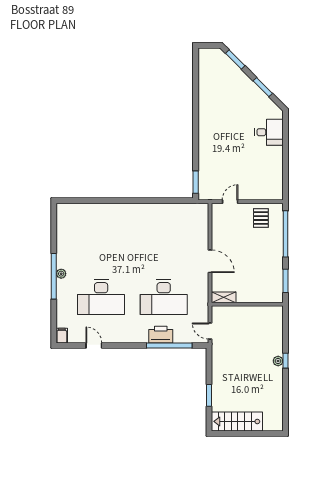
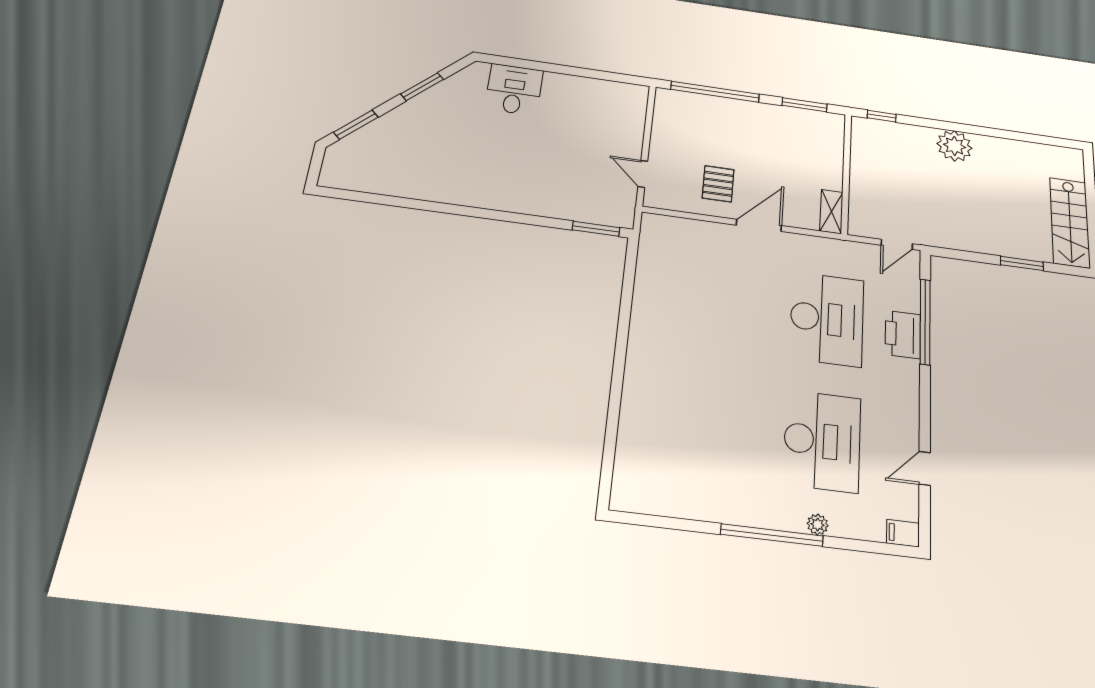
pallet: (261, 218) -> (718, 184), moved, turned 90
plant: (61, 274) -> (818, 525), moved
plant: (278, 361) -> (954, 146), width x1.88, depth x1.88
window: (286, 361) -> (882, 116), moved

